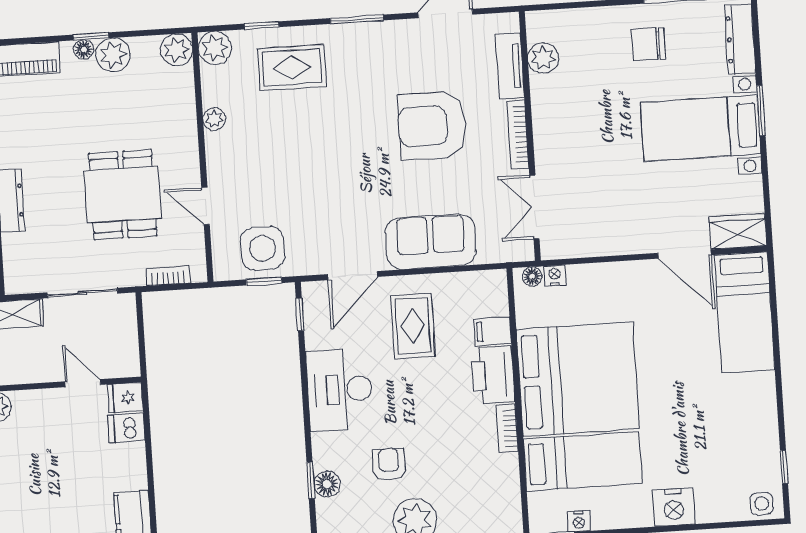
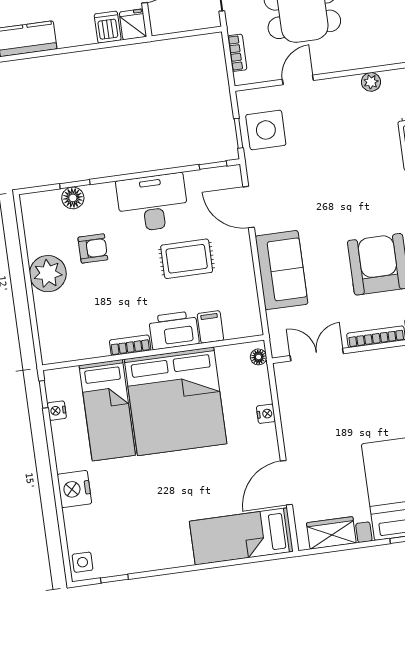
wardrobe: (738, 232) -> (331, 533), moved, turned -90
nightstand: (555, 275) -> (266, 414), moved
rug: (413, 326) -> (187, 259), moved

